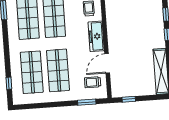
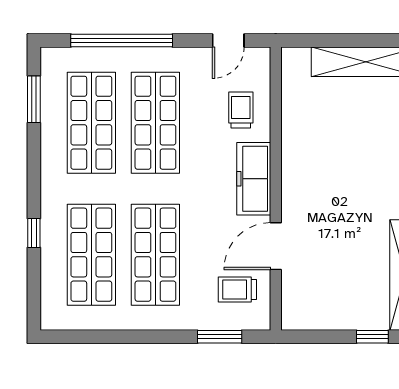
window: (9, 83) -> (34, 233), moved
window: (129, 99) -> (372, 337), moved

